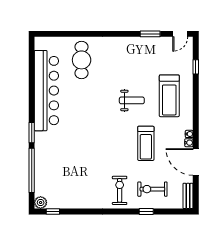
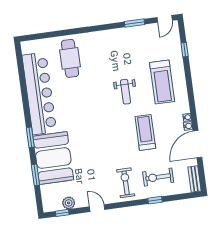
weight bench: (132, 100) -> (126, 92), turned 90
treadmill: (146, 143) -> (145, 132), turned 180
booth: (52, 156) -> (53, 158), added
door: (196, 162) -> (197, 144), hinge flipped
window: (32, 170) -> (35, 175), width x0.47
plant: (41, 203) -> (69, 203), moved
door: (88, 212) -> (97, 208), added

